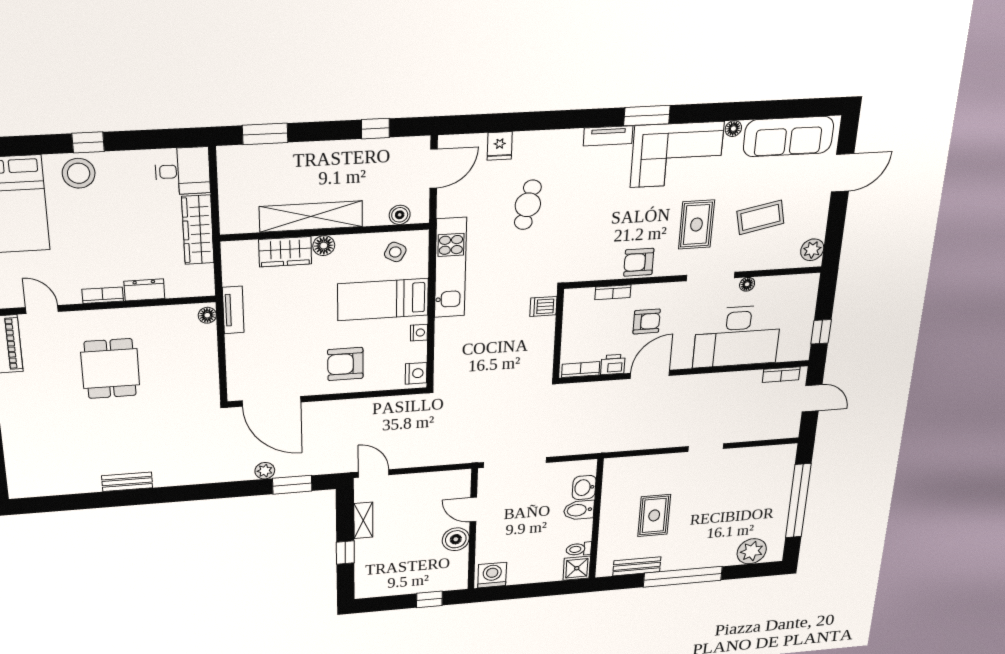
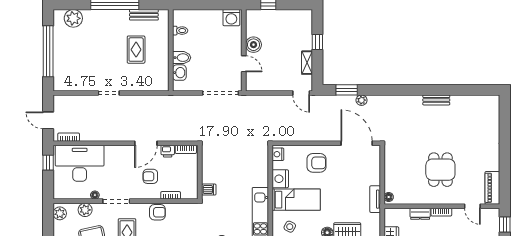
plant: (767, 258) -> (85, 210), added
nightstand: (419, 333) -> (280, 179), width x1.89, depth x1.79
desk: (737, 336) -> (80, 163), moved
shower: (577, 568) -> (181, 17), removed

